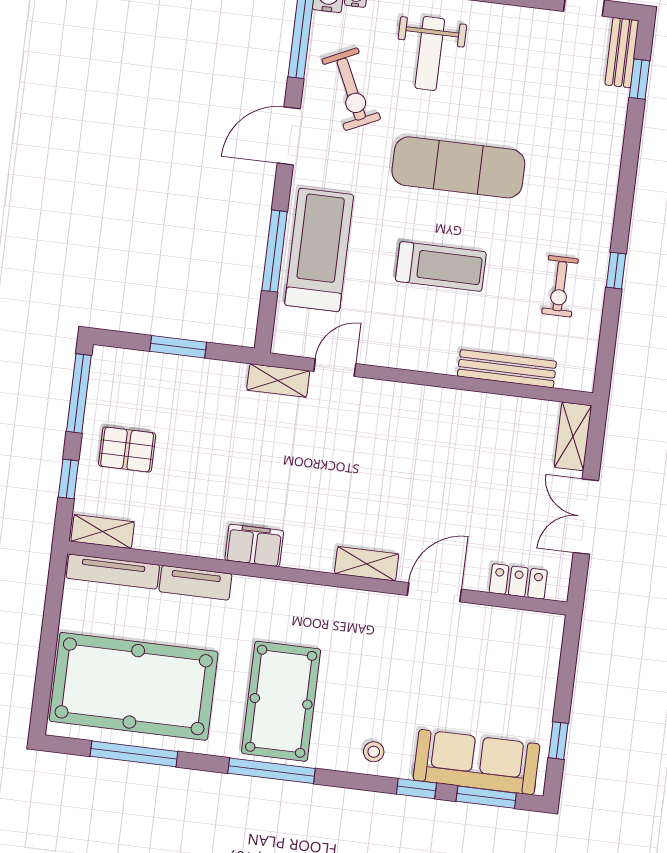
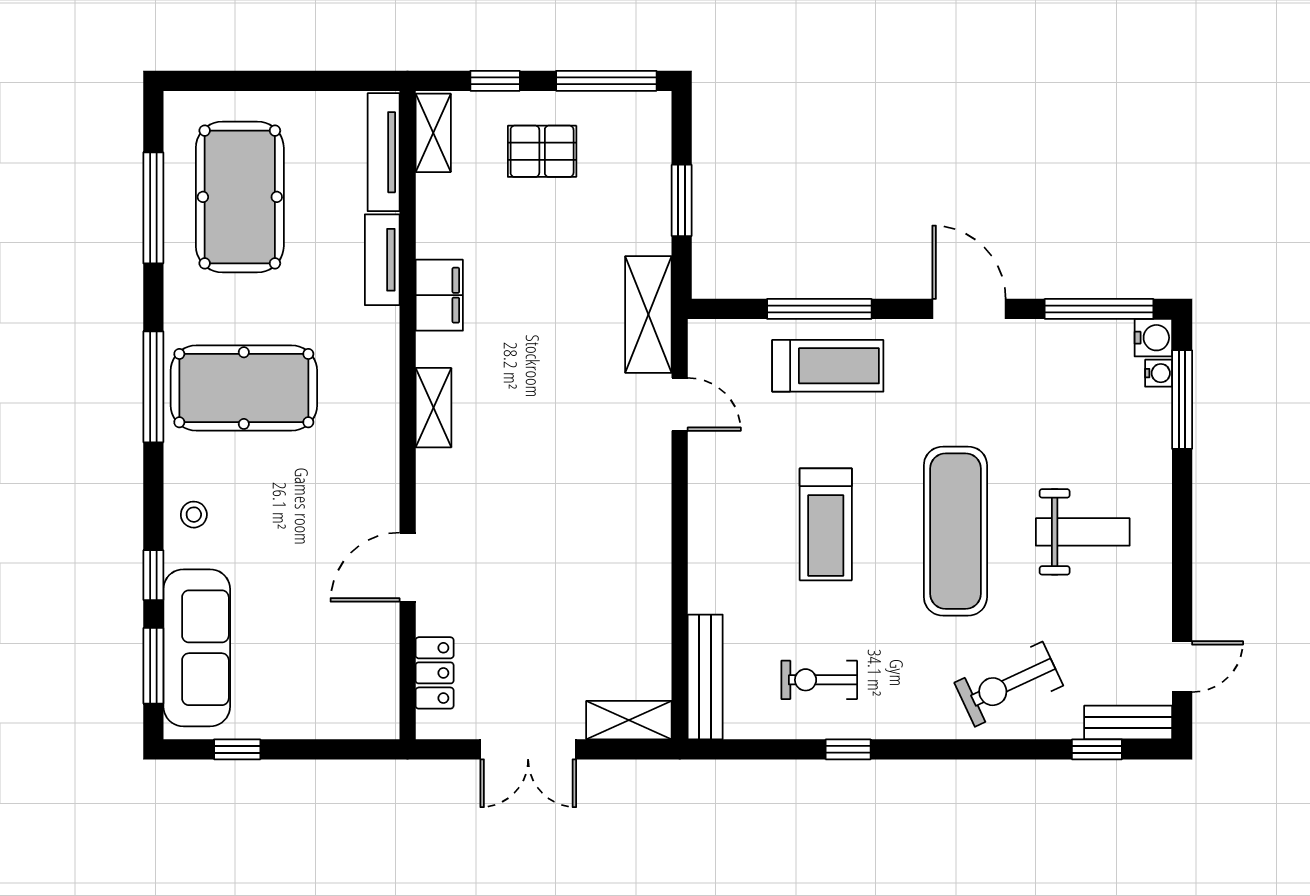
weight bench: (430, 53) -> (1083, 532), moved, turned 180
exercise bike: (351, 89) -> (1009, 684), moved
treadmill: (319, 250) -> (828, 366), width x0.73, depth x0.73
bench: (507, 369) -> (705, 677), moved
shelving: (278, 380) -> (648, 314), width x1.50, depth x1.33
pallet: (127, 450) -> (542, 151), turned 90
double door: (586, 517) -> (528, 749), swing flipped
filing cabinet: (254, 545) -> (439, 295), moved
shelving: (367, 564) -> (433, 408), moved
door: (434, 592) -> (408, 567), swing flipped
pool table: (134, 686) -> (240, 197), width x0.73, depth x0.76

